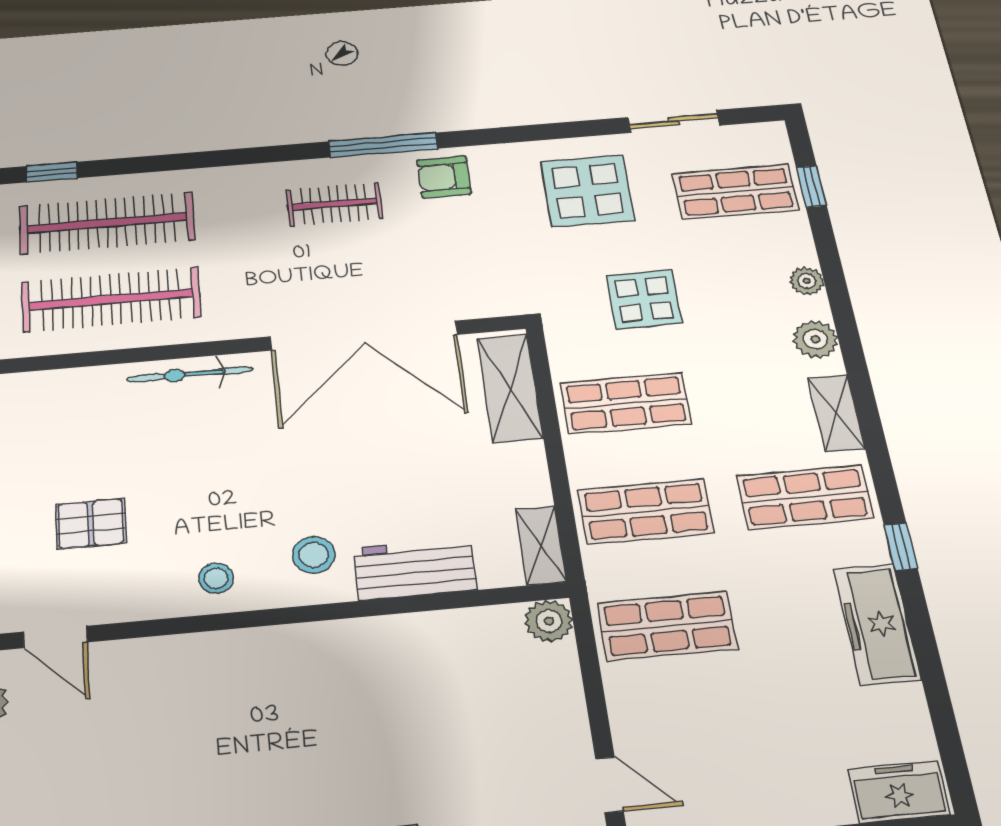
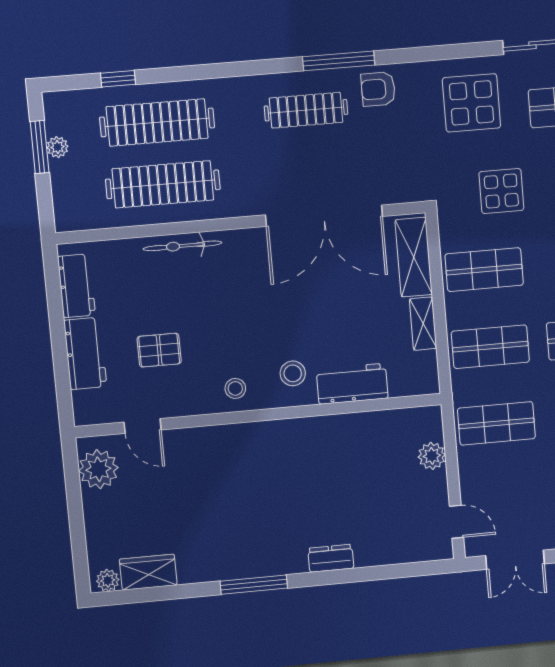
clothes rail: (335, 204) -> (306, 110), width x1.36
bicycle: (190, 374) -> (182, 246), moved
shelving: (541, 545) -> (423, 324), moved
plant: (549, 621) -> (432, 456), moved

